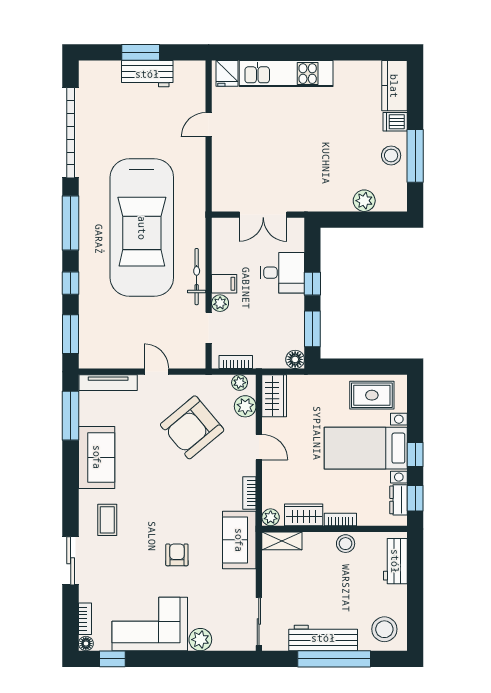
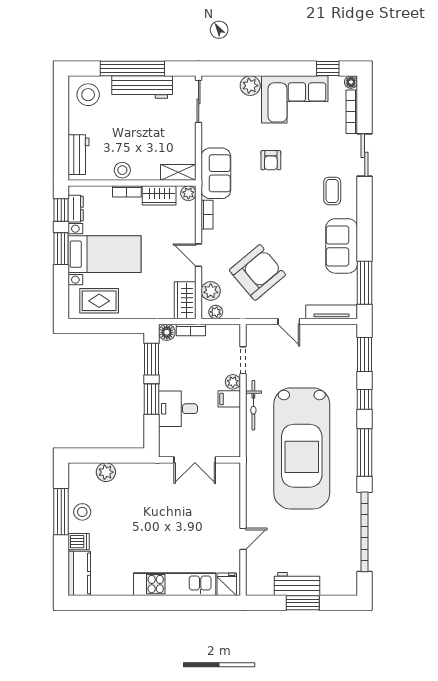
double door: (263, 215) -> (195, 460), swing flipped
car: (142, 228) -> (302, 448), turned 180
window: (312, 284) -> (152, 399), width x1.50
bookcase: (236, 362) -> (191, 330), moved
window: (415, 454) -> (61, 249), width x1.50
bookcase: (85, 619) -> (352, 112), width x1.56

